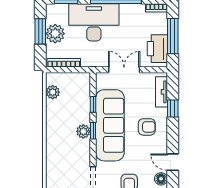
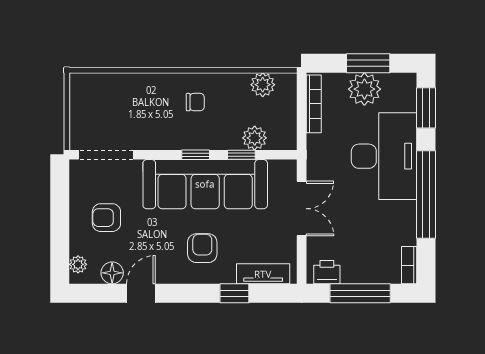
printer: (157, 49) -> (327, 272), width x0.53, depth x0.68
armchair: (147, 127) -> (202, 248), turned 180
chair: (63, 131) -> (195, 102), added
plant: (83, 131) -> (255, 138), moved

